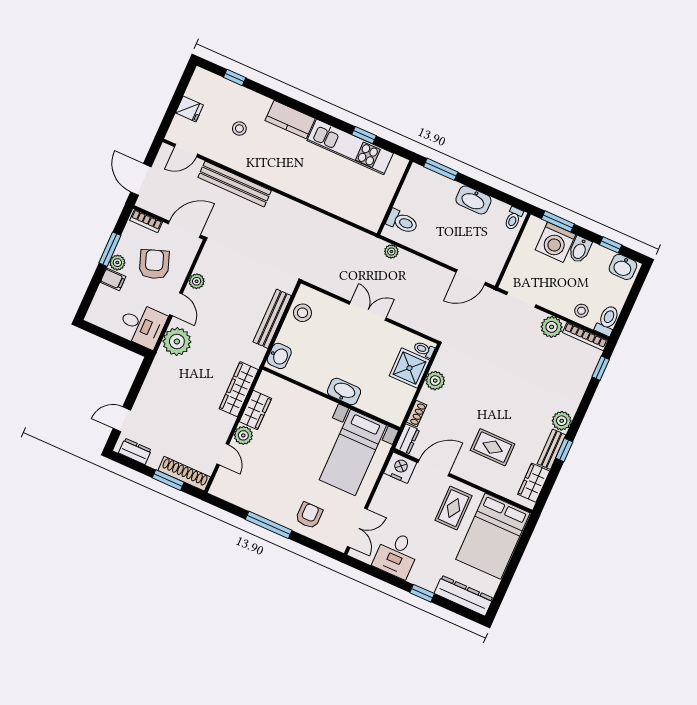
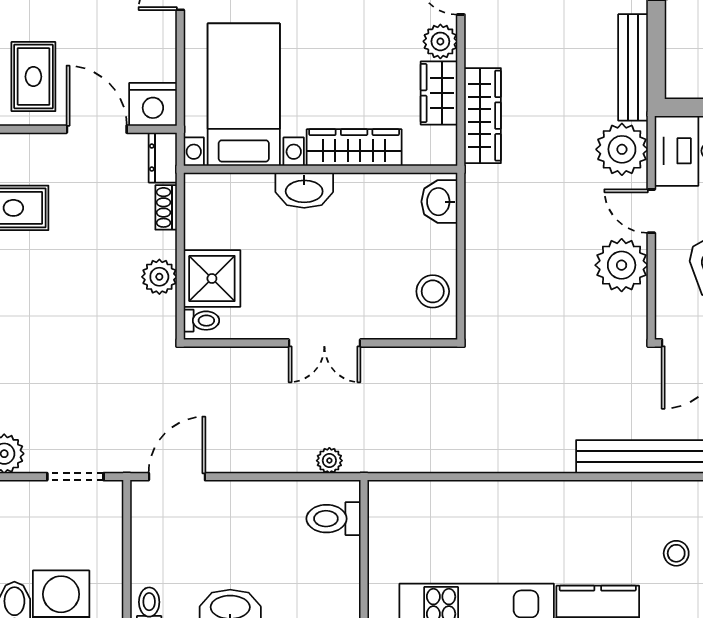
plant: (197, 281) -> (622, 265), width x1.87, depth x1.87
bench: (272, 319) -> (633, 67), moved
wardrobe: (310, 402) -> (354, 148), added
door: (434, 468) -> (97, 129), swing flipped

